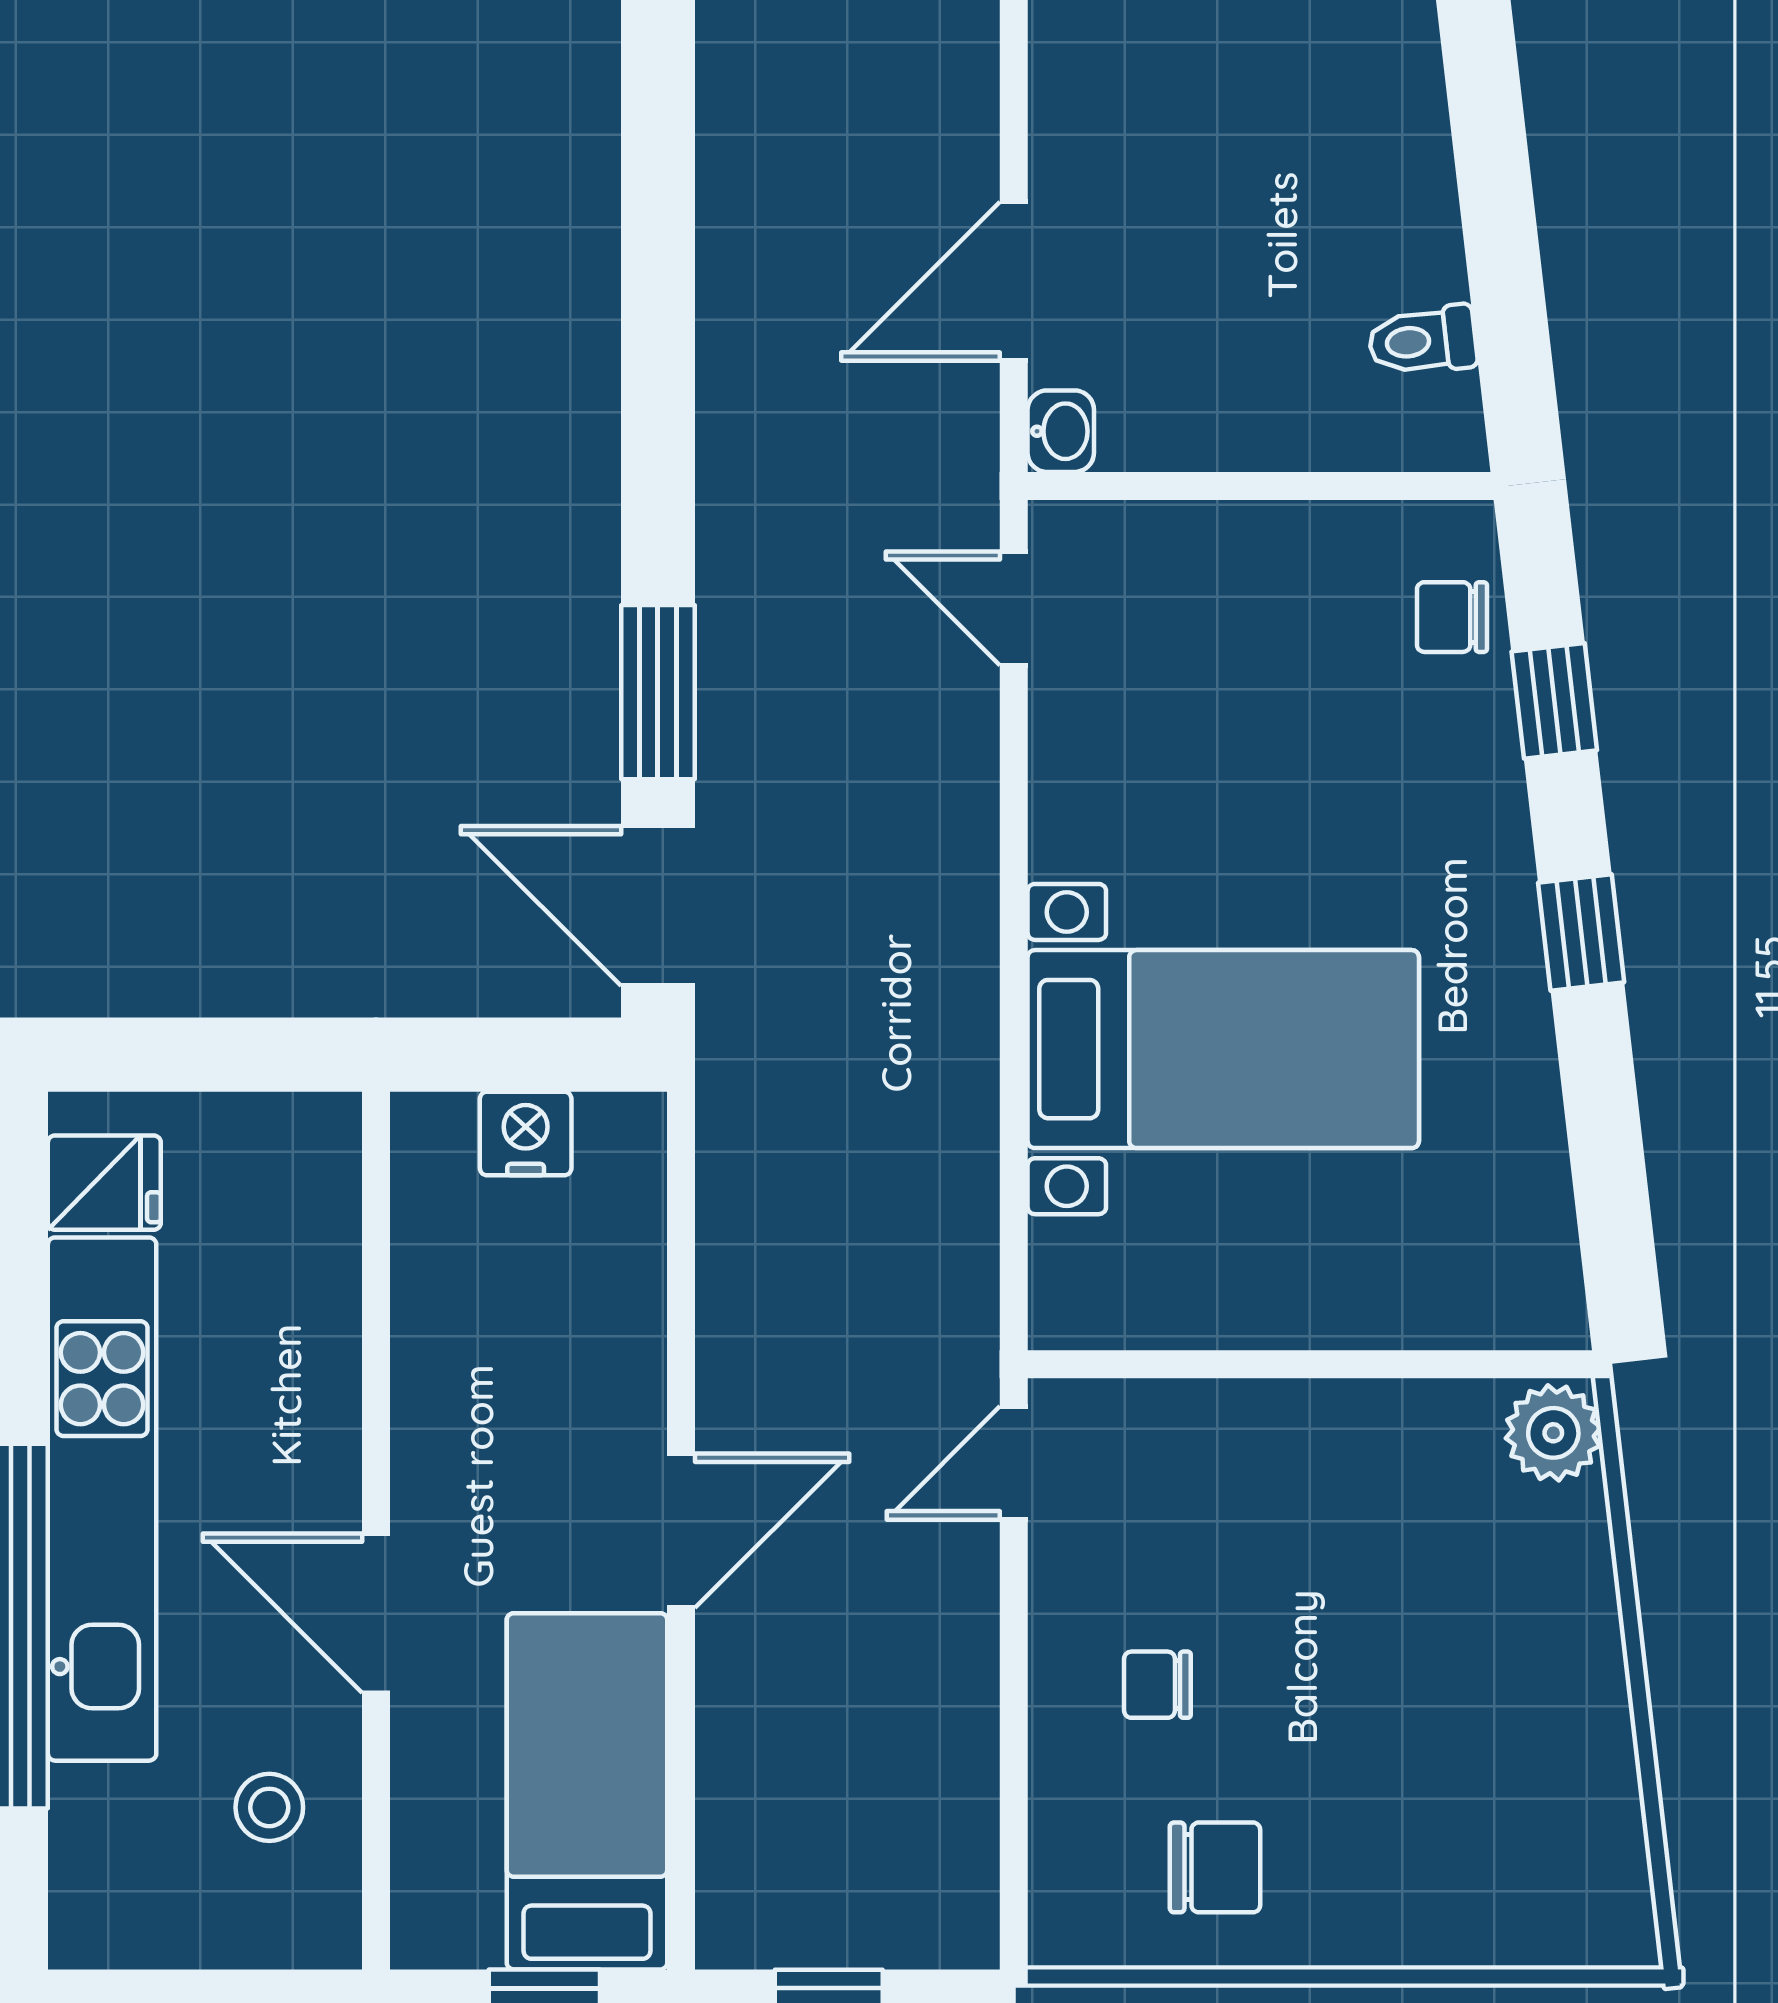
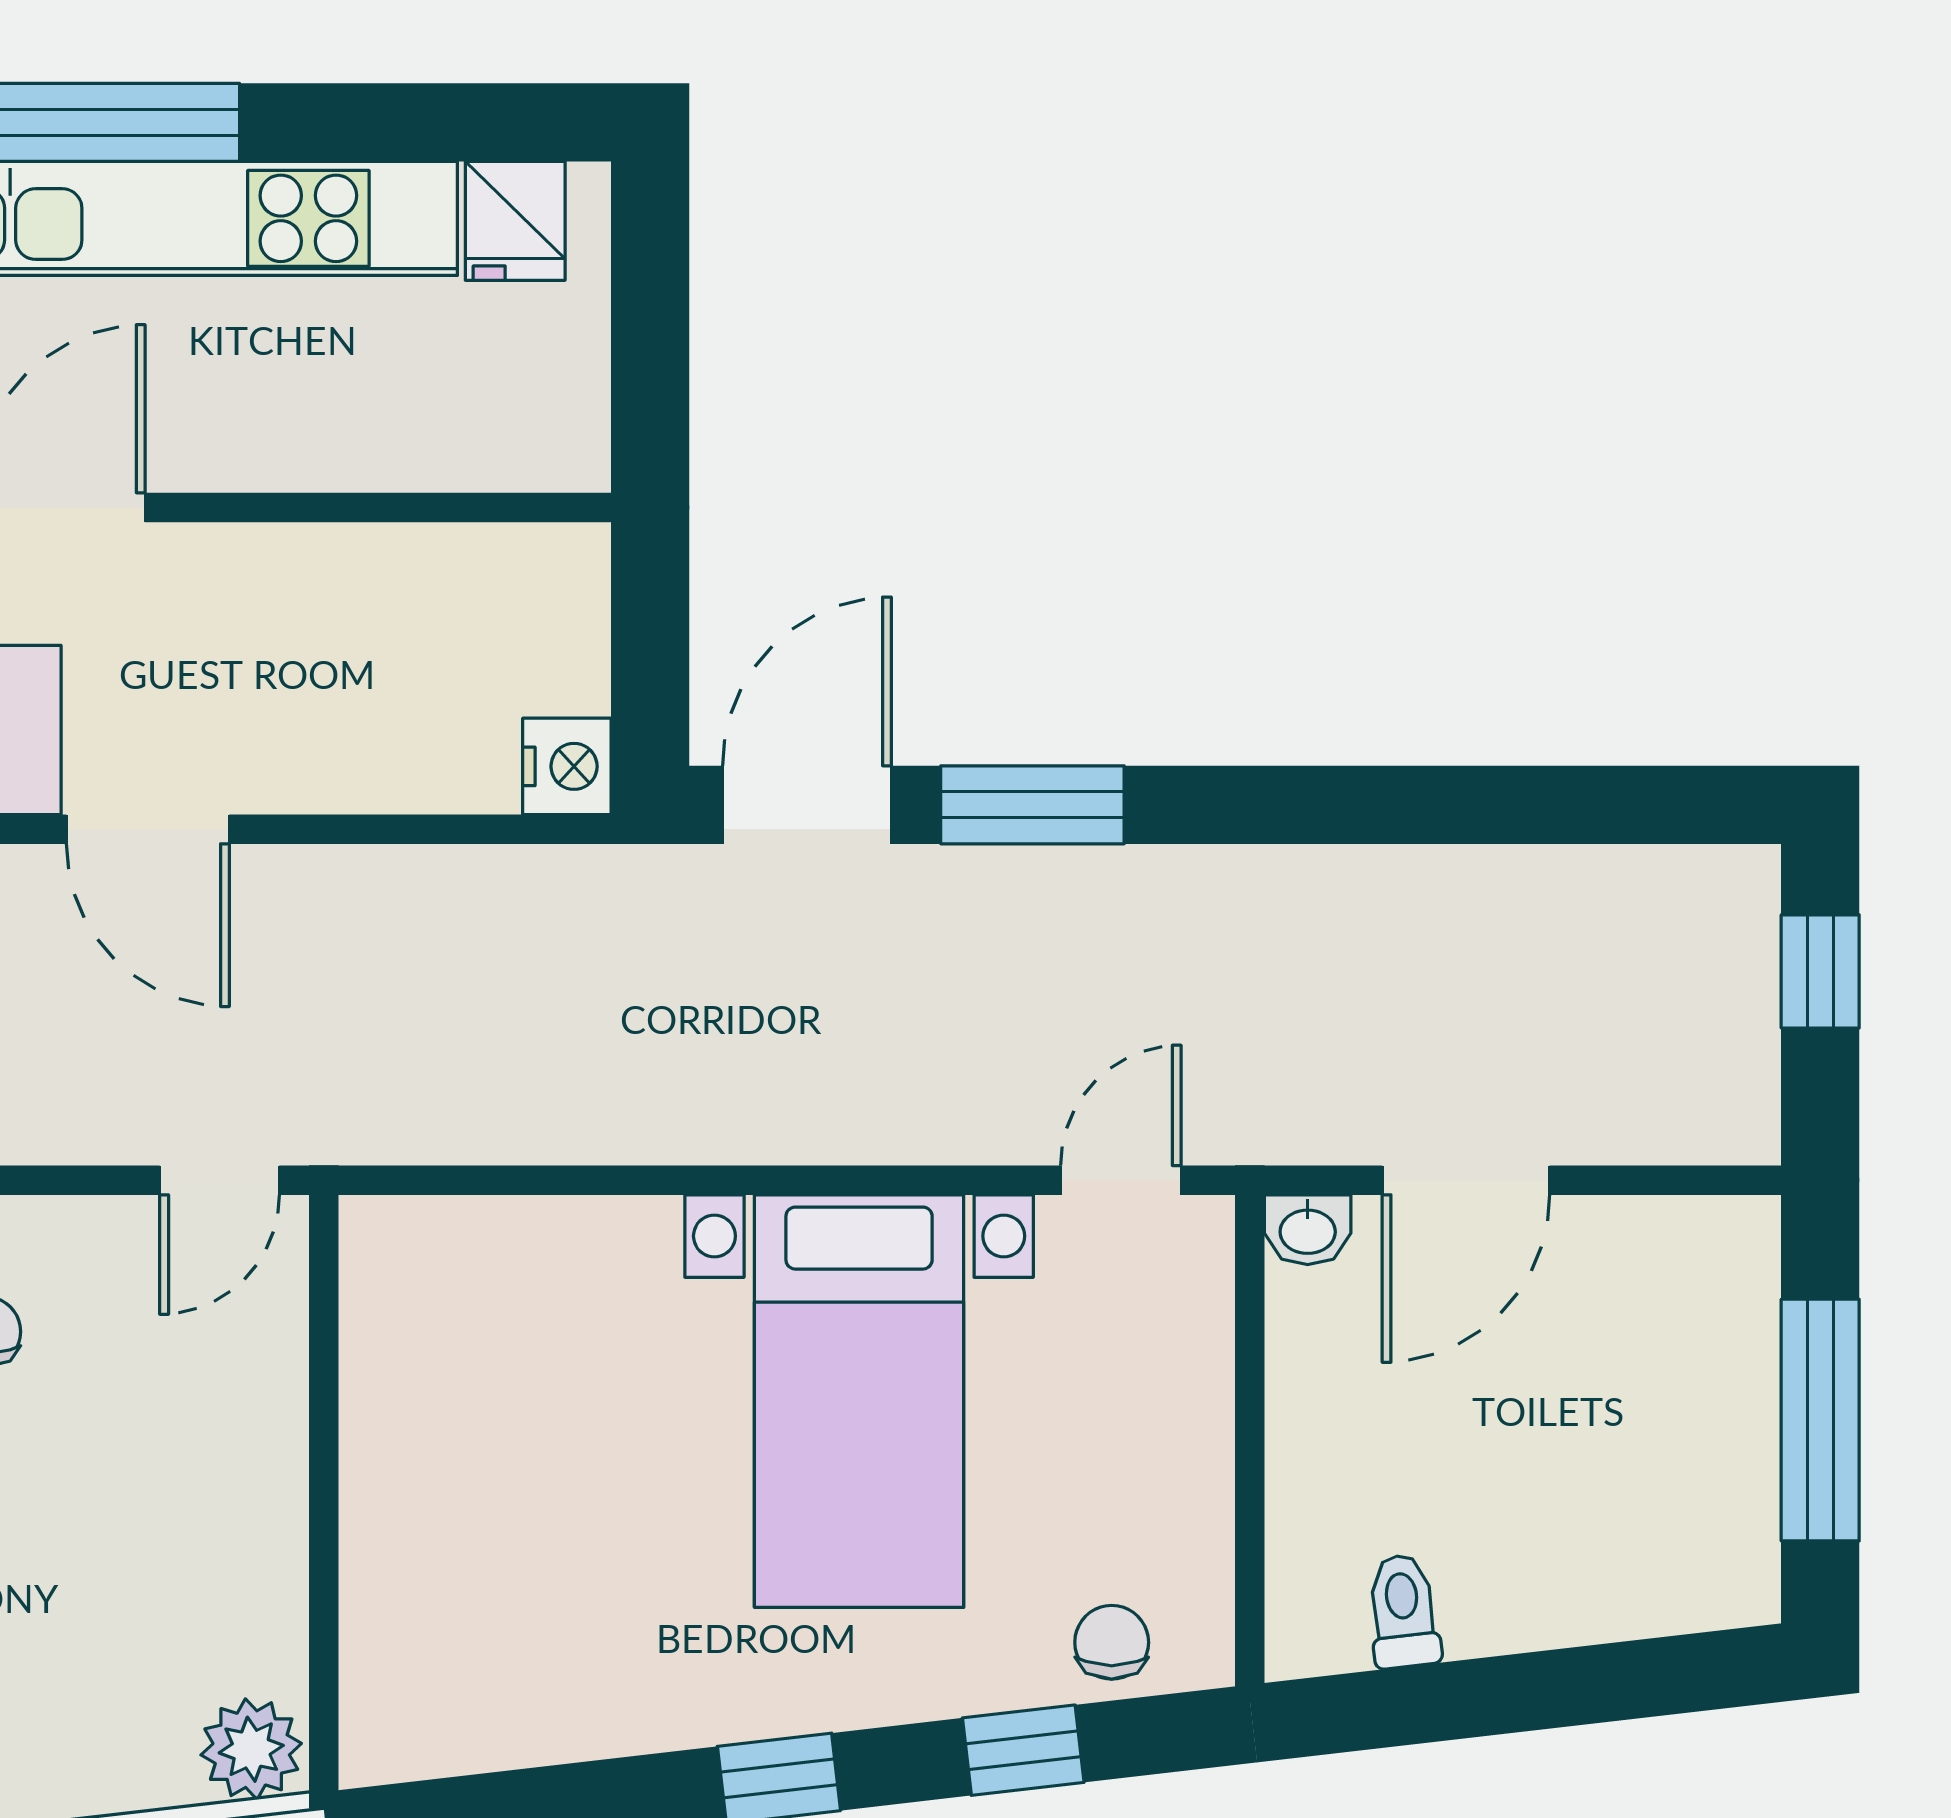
door: (1014, 281) -> (1466, 1180), swing flipped
bed with nightstands: (1223, 1049) -> (859, 1401), moved
nightstand: (526, 1133) -> (567, 766), moved
door: (1014, 1463) -> (220, 1180), swing flipped

